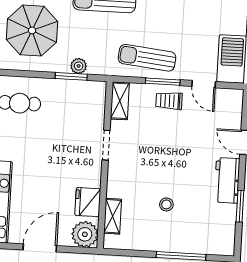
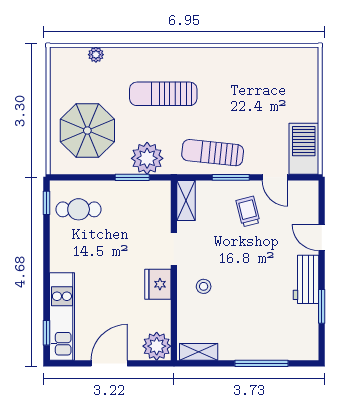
plant: (79, 66) -> (147, 158), width x1.88, depth x1.88
trolley: (169, 101) -> (248, 212), moved, turned 76
fridge: (88, 202) -> (158, 284), moved
stool: (166, 204) -> (204, 286), moved
shelving: (113, 216) -> (199, 352), moved, turned 90

